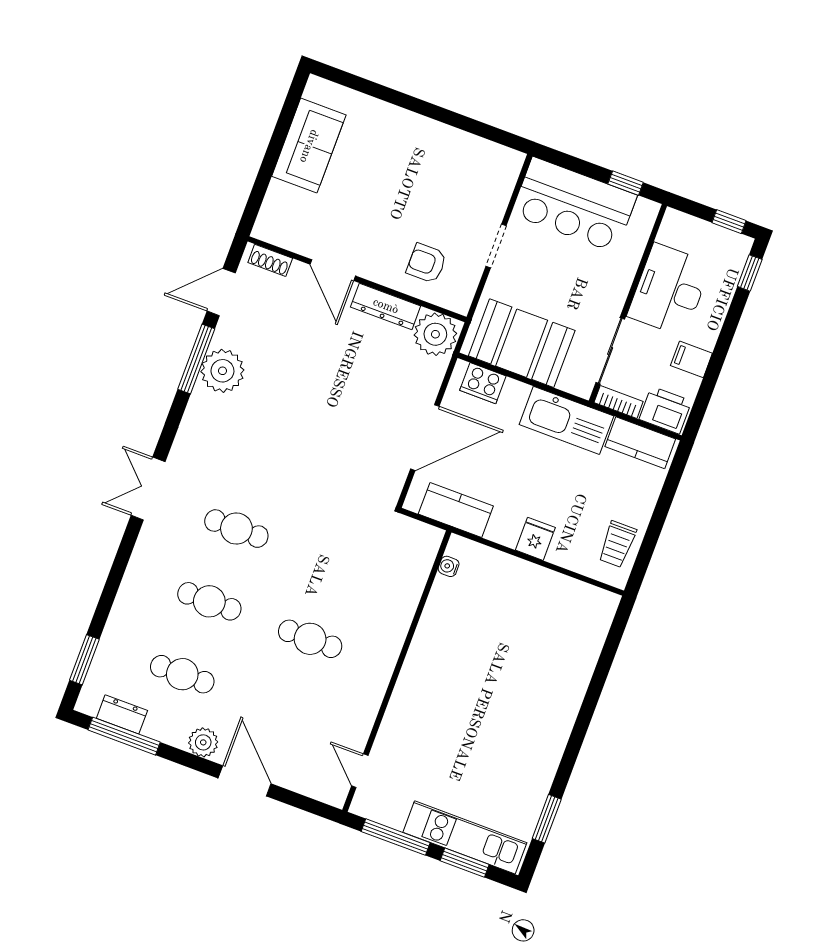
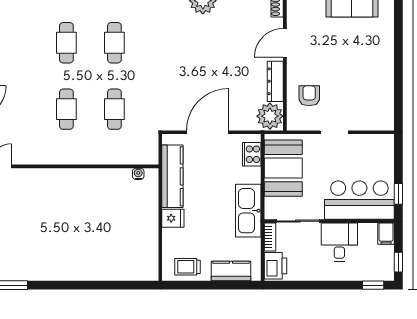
bar counter: (574, 205) -> (359, 200), moved, turned 90
desk: (669, 290) -> (339, 242), width x0.73
filing cabinet: (691, 359) -> (386, 234), moved, turned 180
door: (425, 438) -> (208, 132), swing flipped
kitchen counter: (640, 443) -> (231, 271), moved, turned 90
kitchen counter: (456, 510) -> (172, 176), width x1.50
cafe table: (182, 674) -> (114, 109), moved

